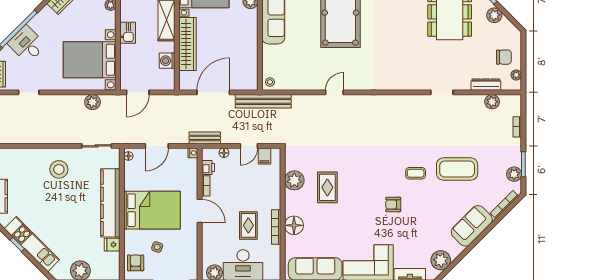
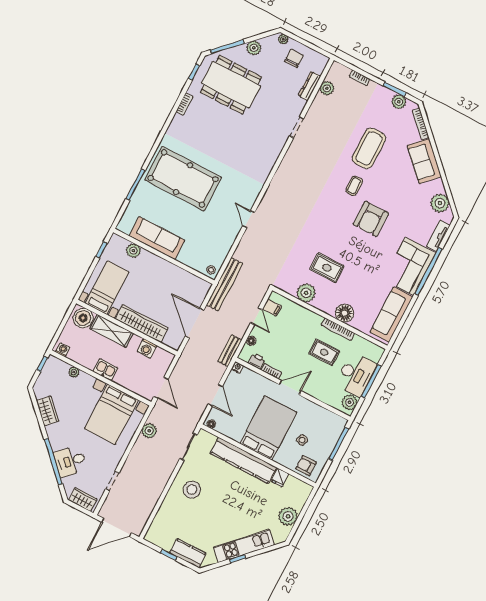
plant: (516, 75) -> (283, 39), moved
armchair: (393, 204) -> (371, 219), width x1.88, depth x1.88

